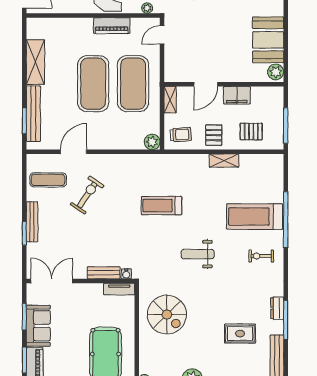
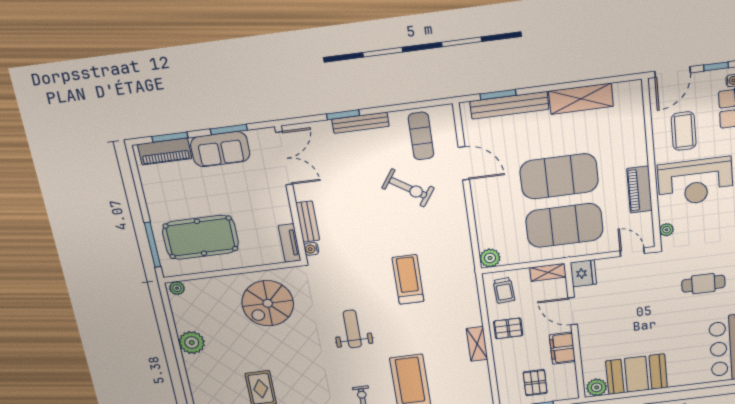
fridge: (175, 73) -> (583, 273), added
pallet: (251, 132) -> (535, 383), moved

